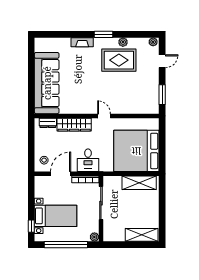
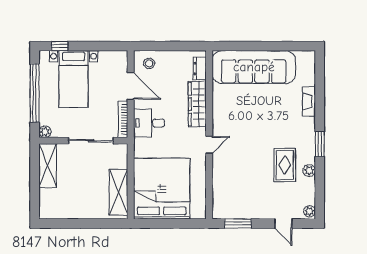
fireplace: (82, 42) -> (309, 101), moved
rug: (119, 60) -> (285, 165), width x0.73, depth x0.70
shelving: (142, 235) -> (48, 165), moved

